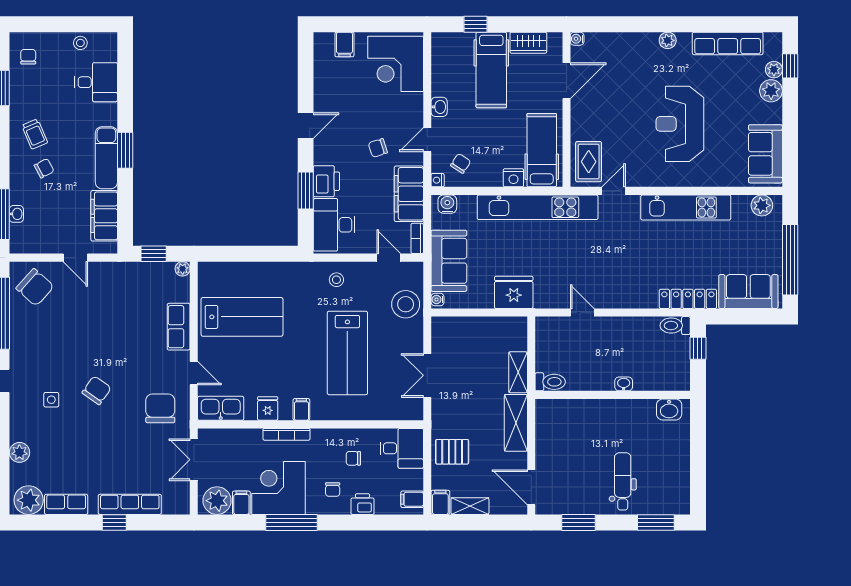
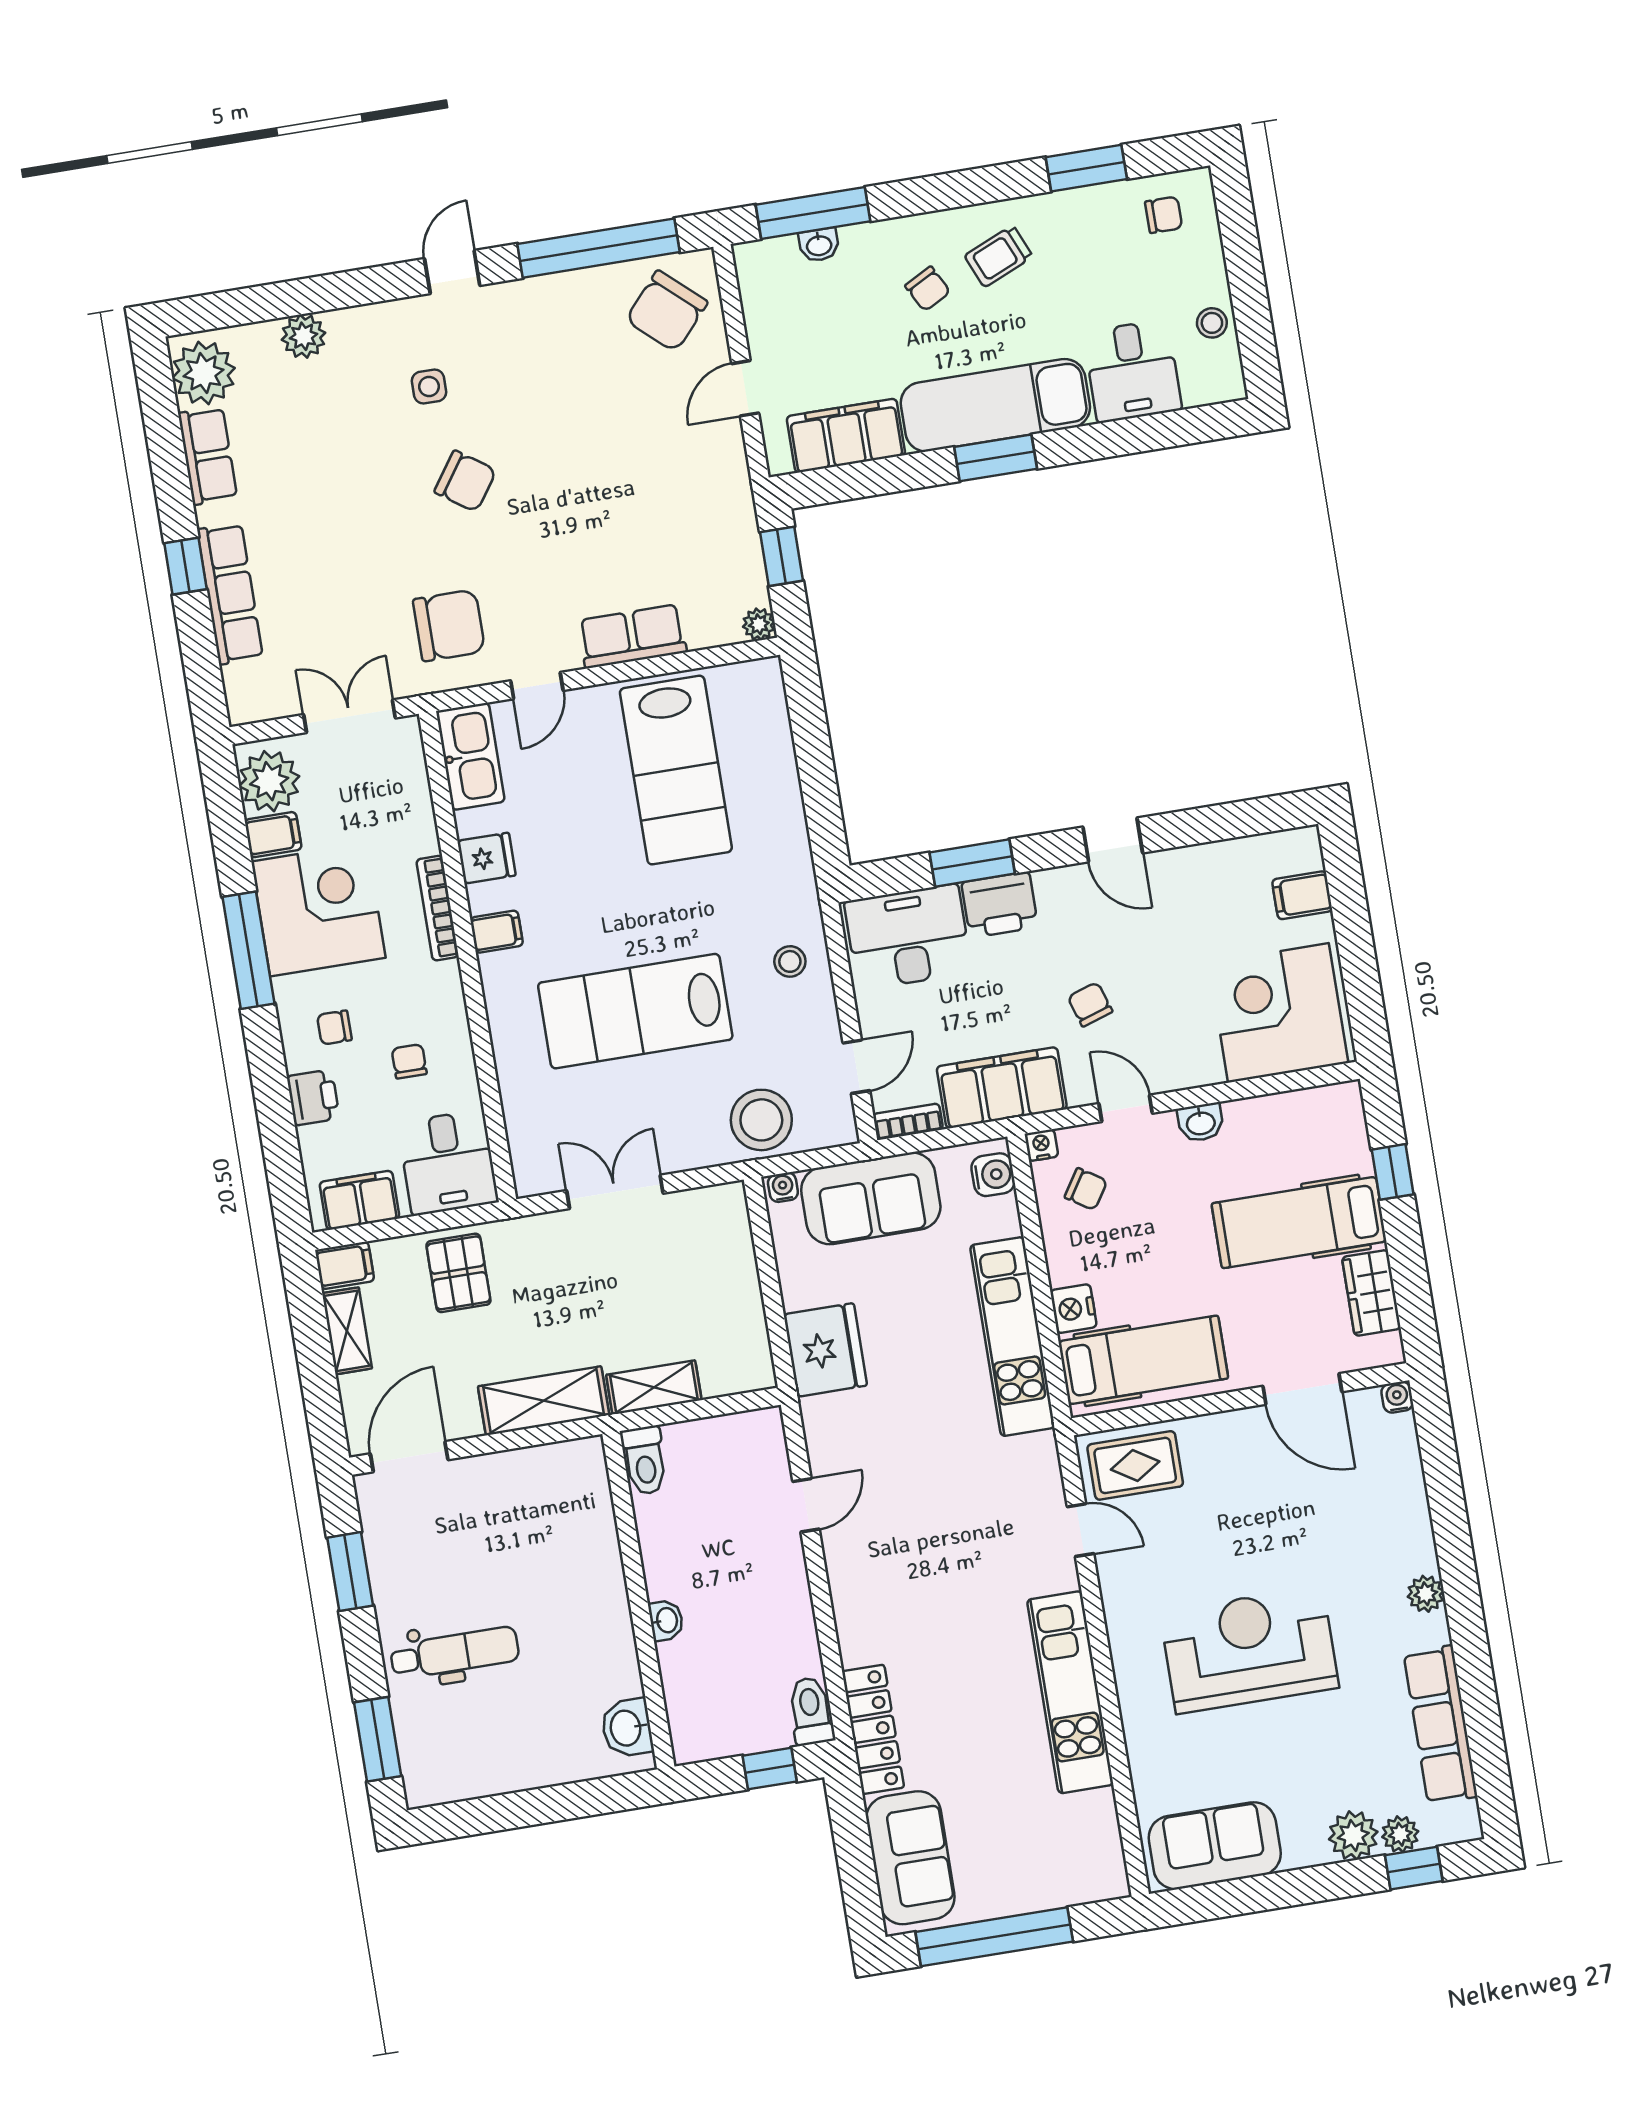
exam couch: (106, 158) -> (995, 405), width x1.36, depth x1.45
plant: (762, 205) -> (1102, 1856), removed
kitchen unit: (538, 207) -> (1012, 1337), width x0.73
filing cabinet: (412, 499) -> (359, 1200), width x2.00

